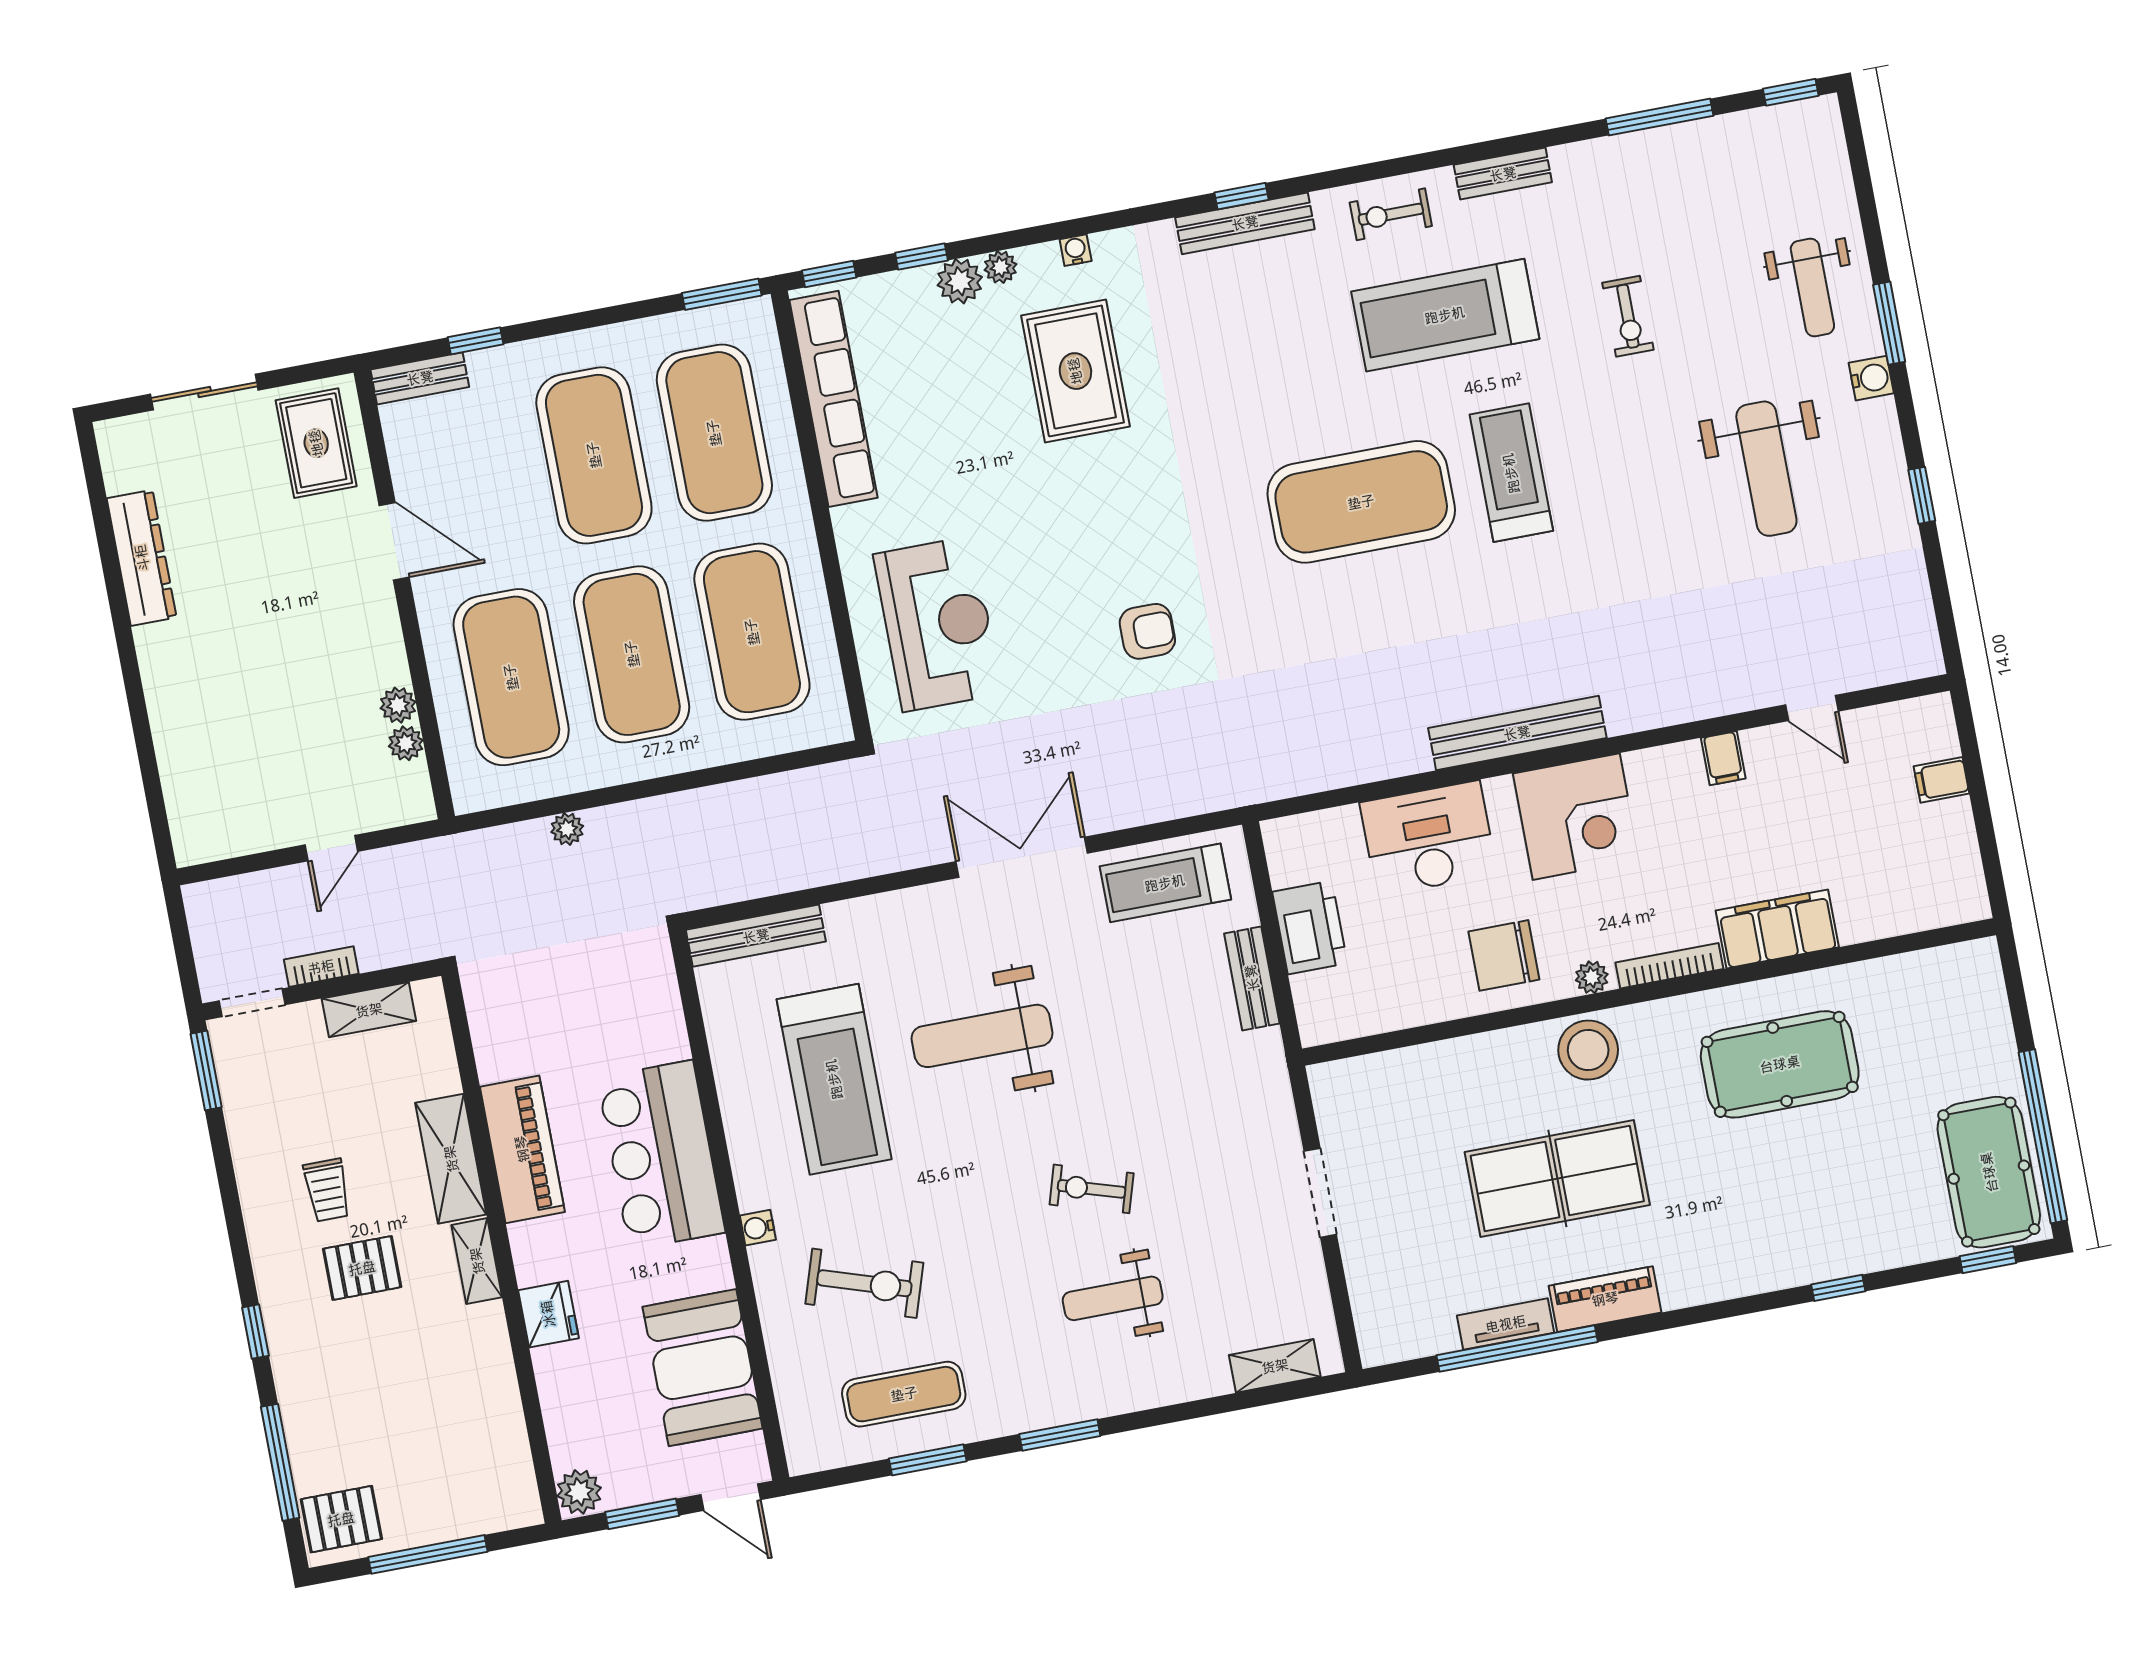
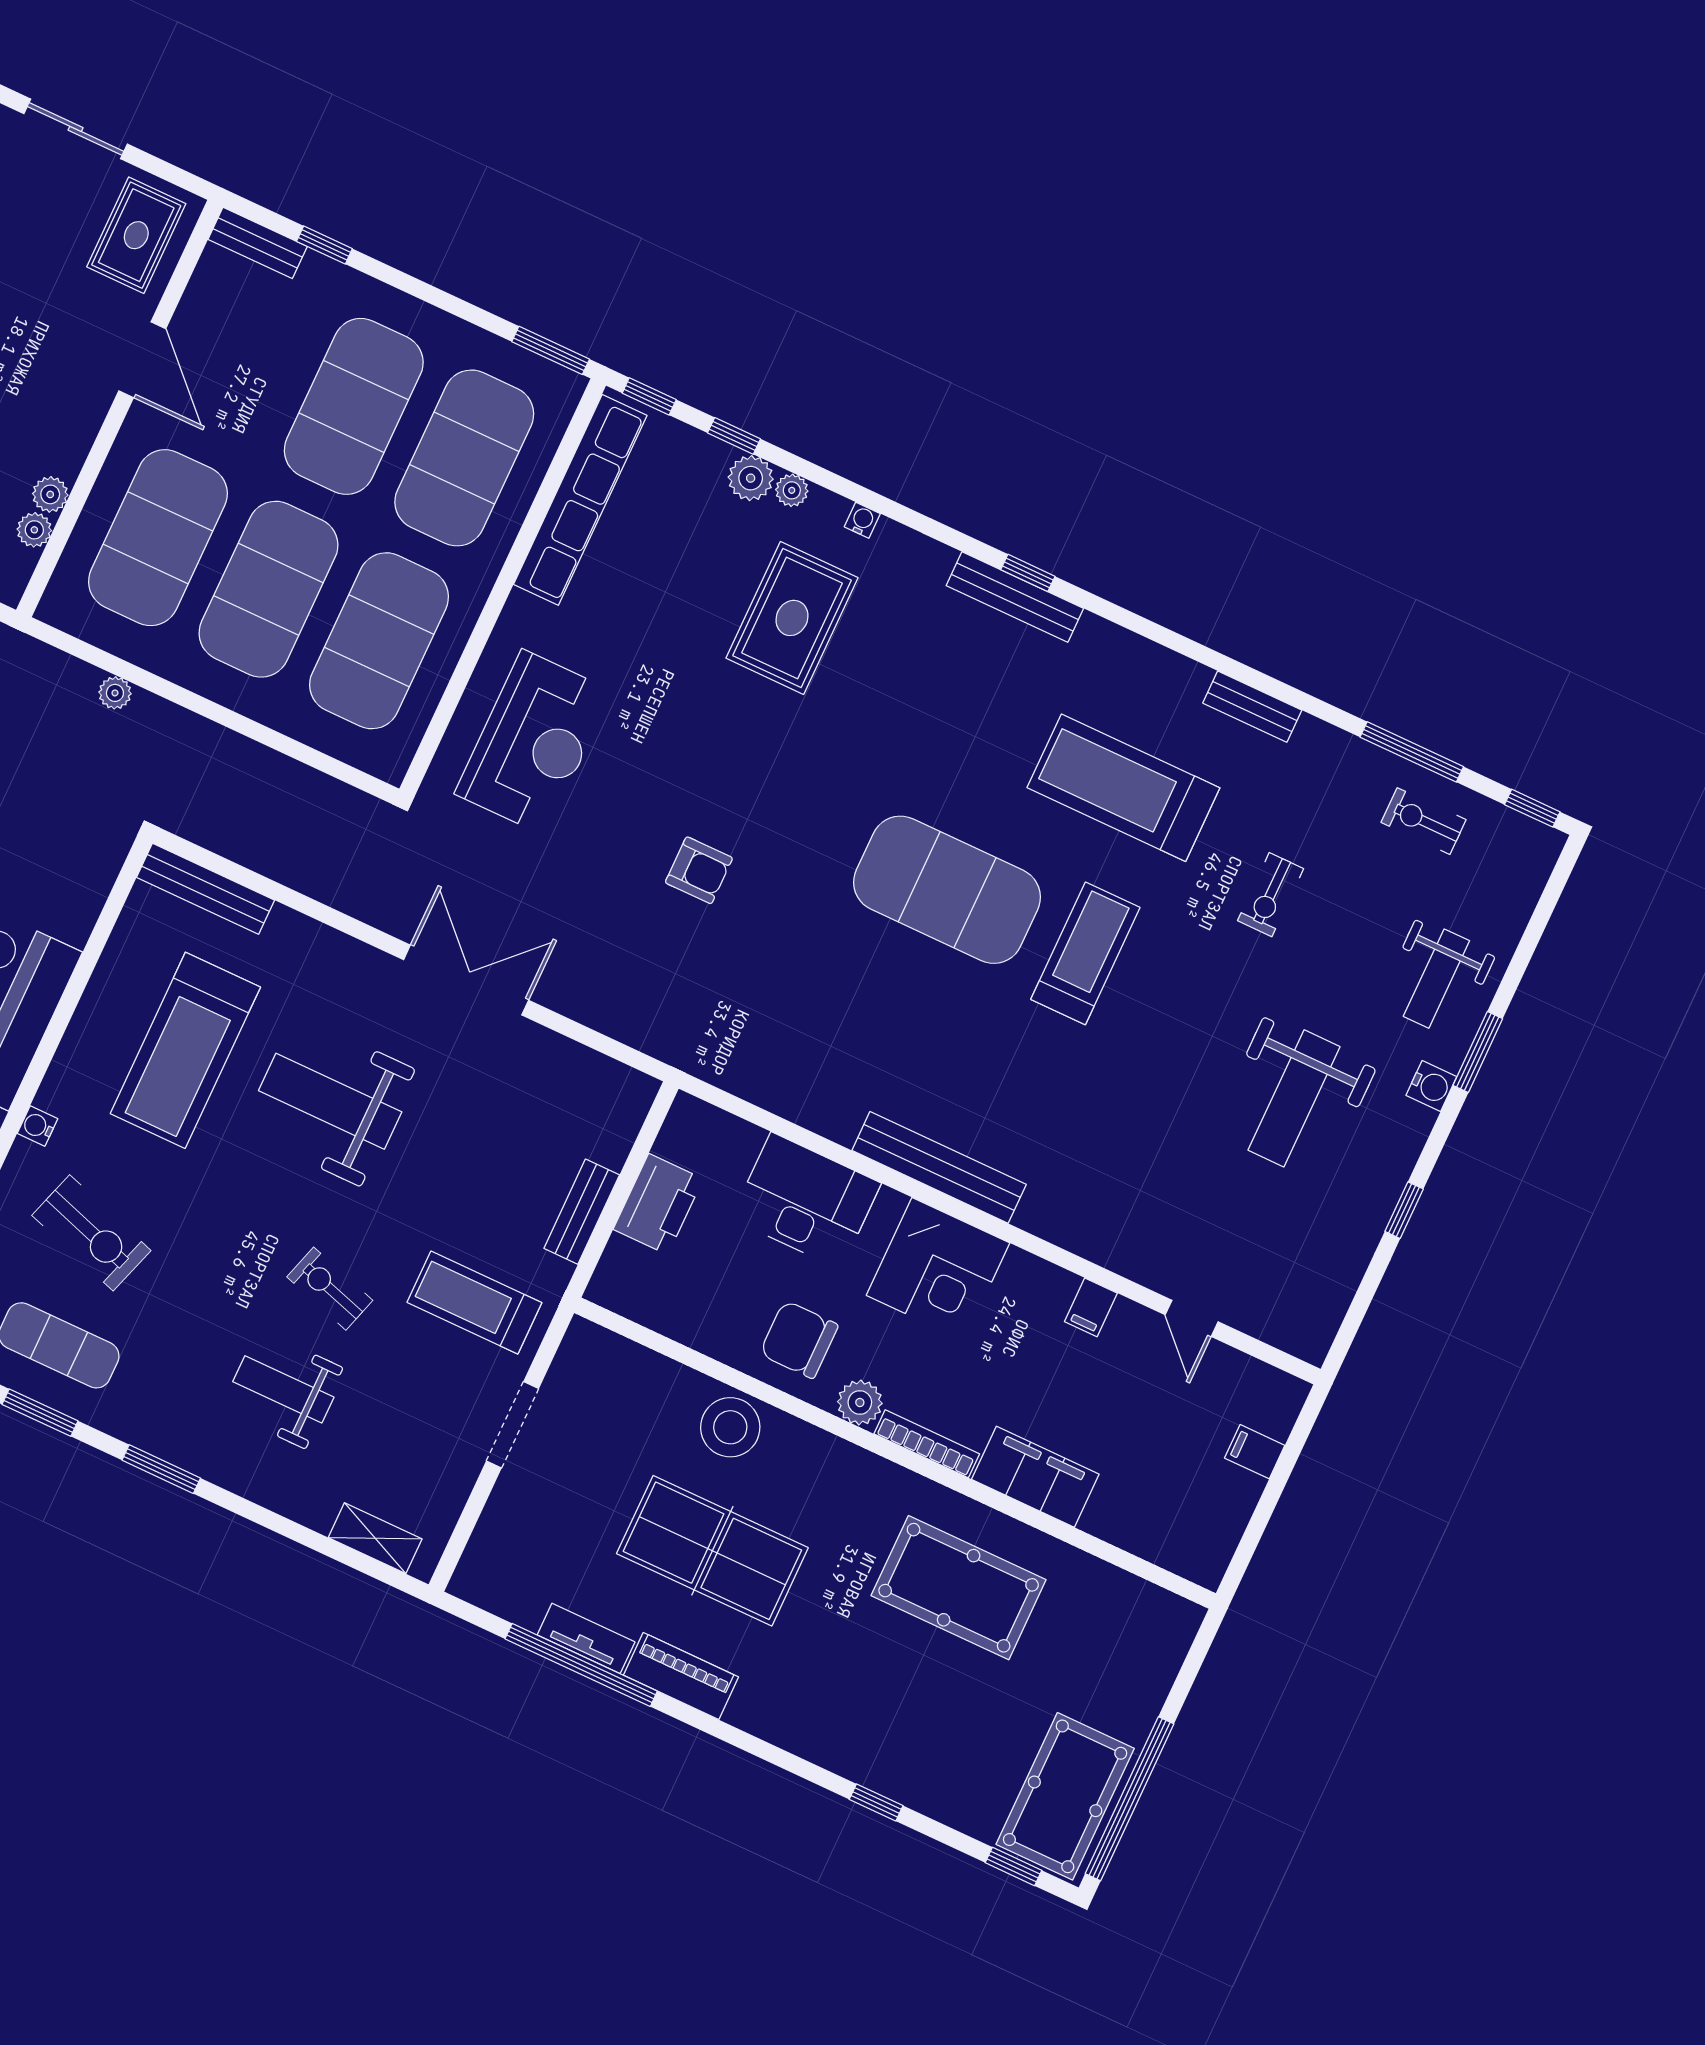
exercise bike: (1391, 214) -> (1424, 821), moved
treadmill: (1165, 883) -> (474, 1303), moved
plant: (1592, 977) -> (860, 1402), width x1.38, depth x1.38
stool: (1588, 1050) -> (730, 1427), moved

